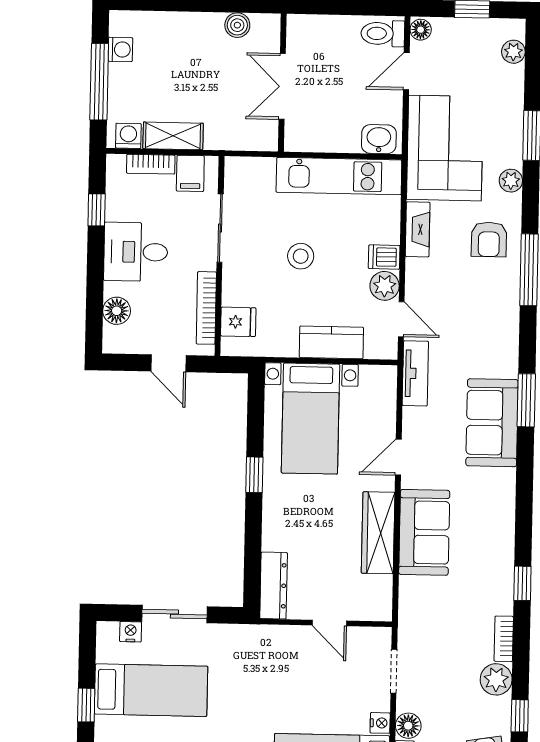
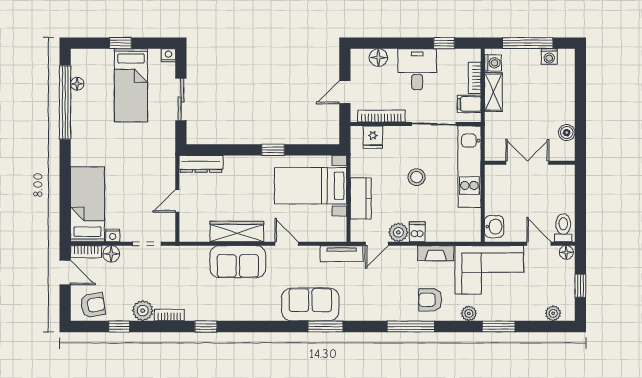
kitchen unit: (339, 176) -> (469, 167), moved
nightstand: (131, 632) -> (168, 55), moved, turned -90

